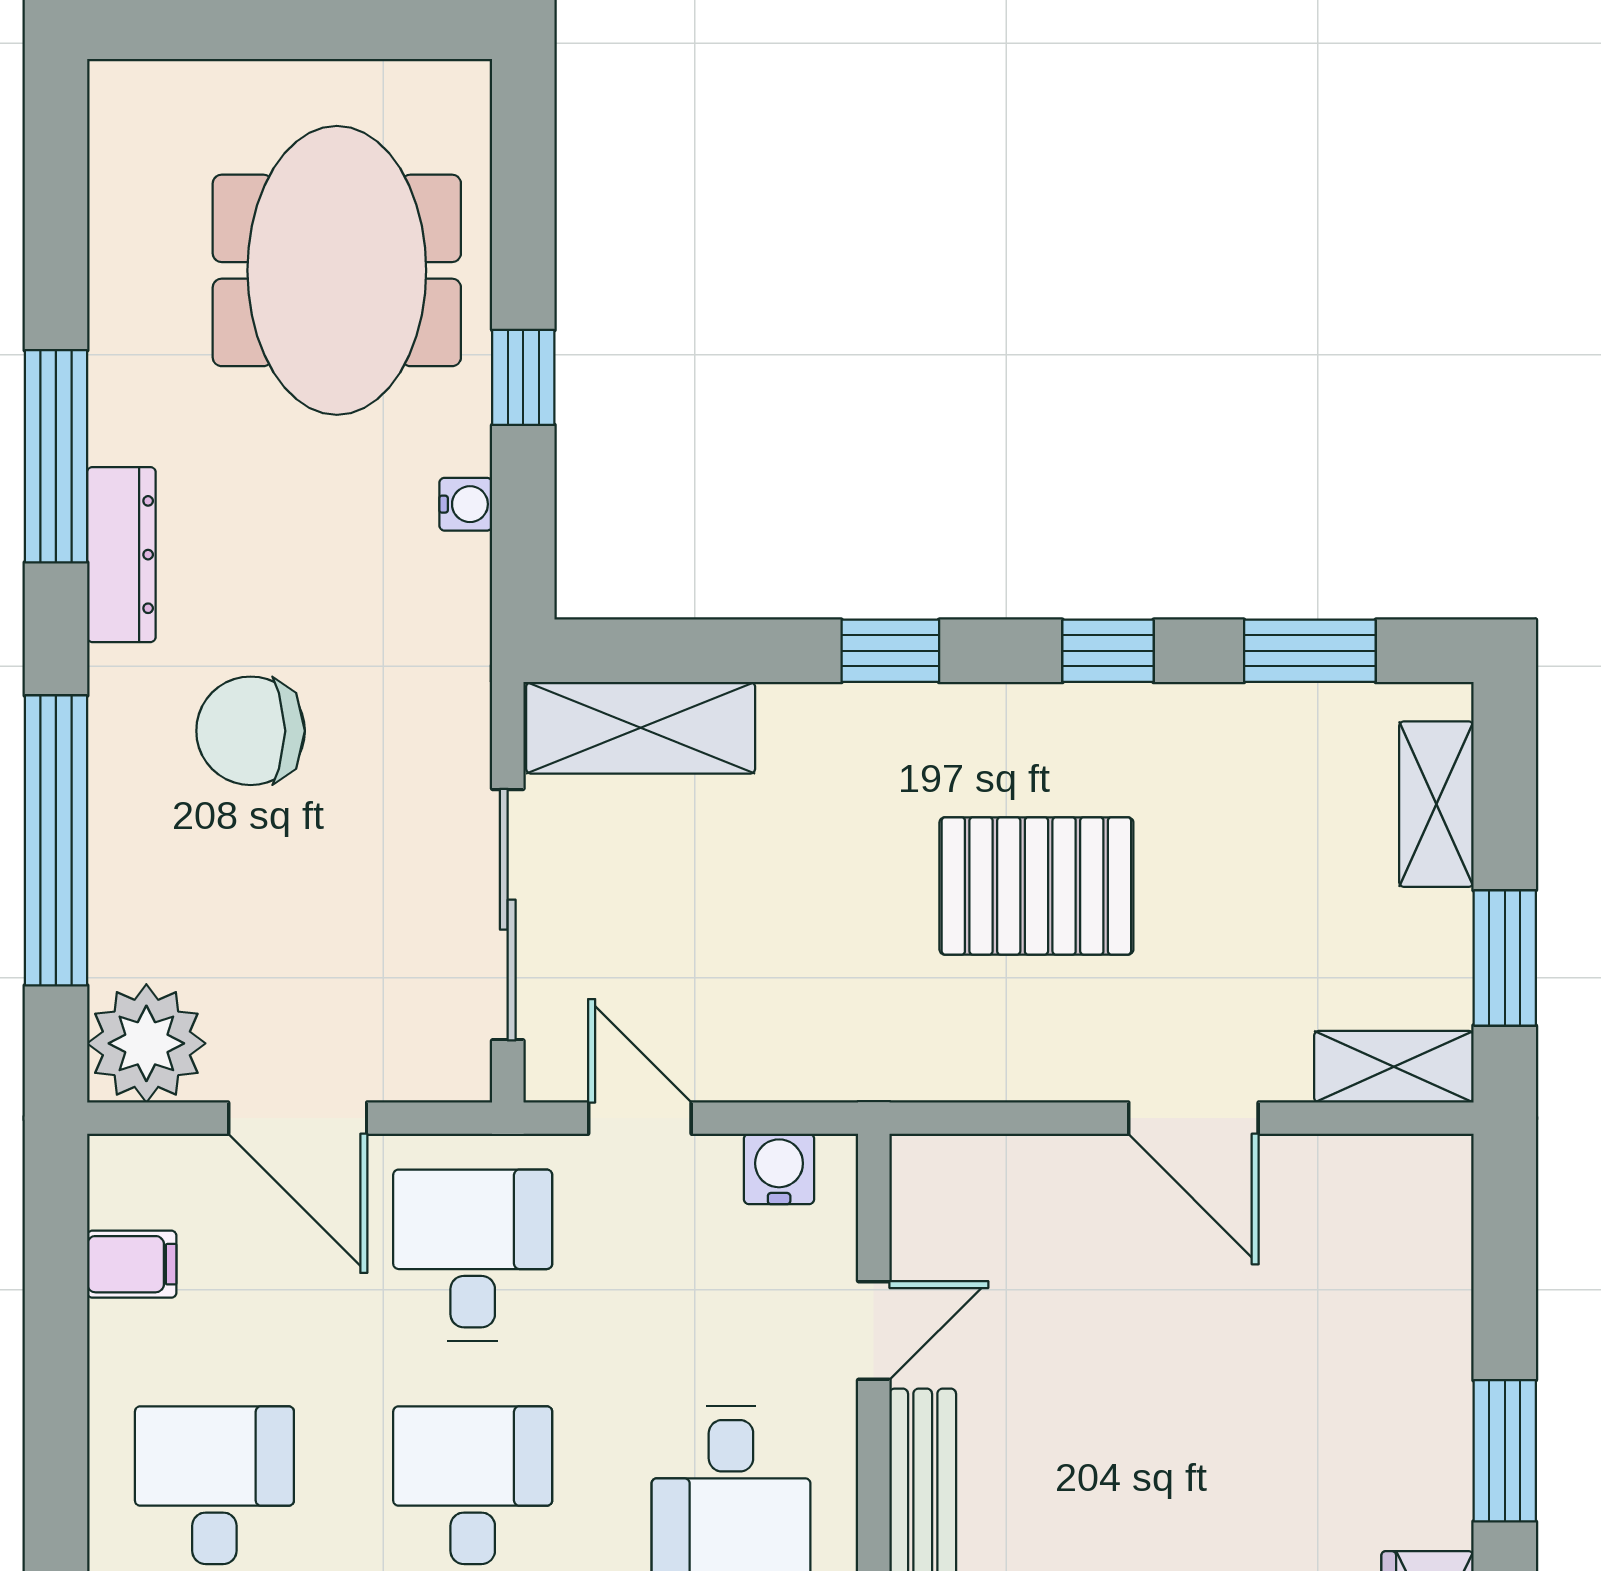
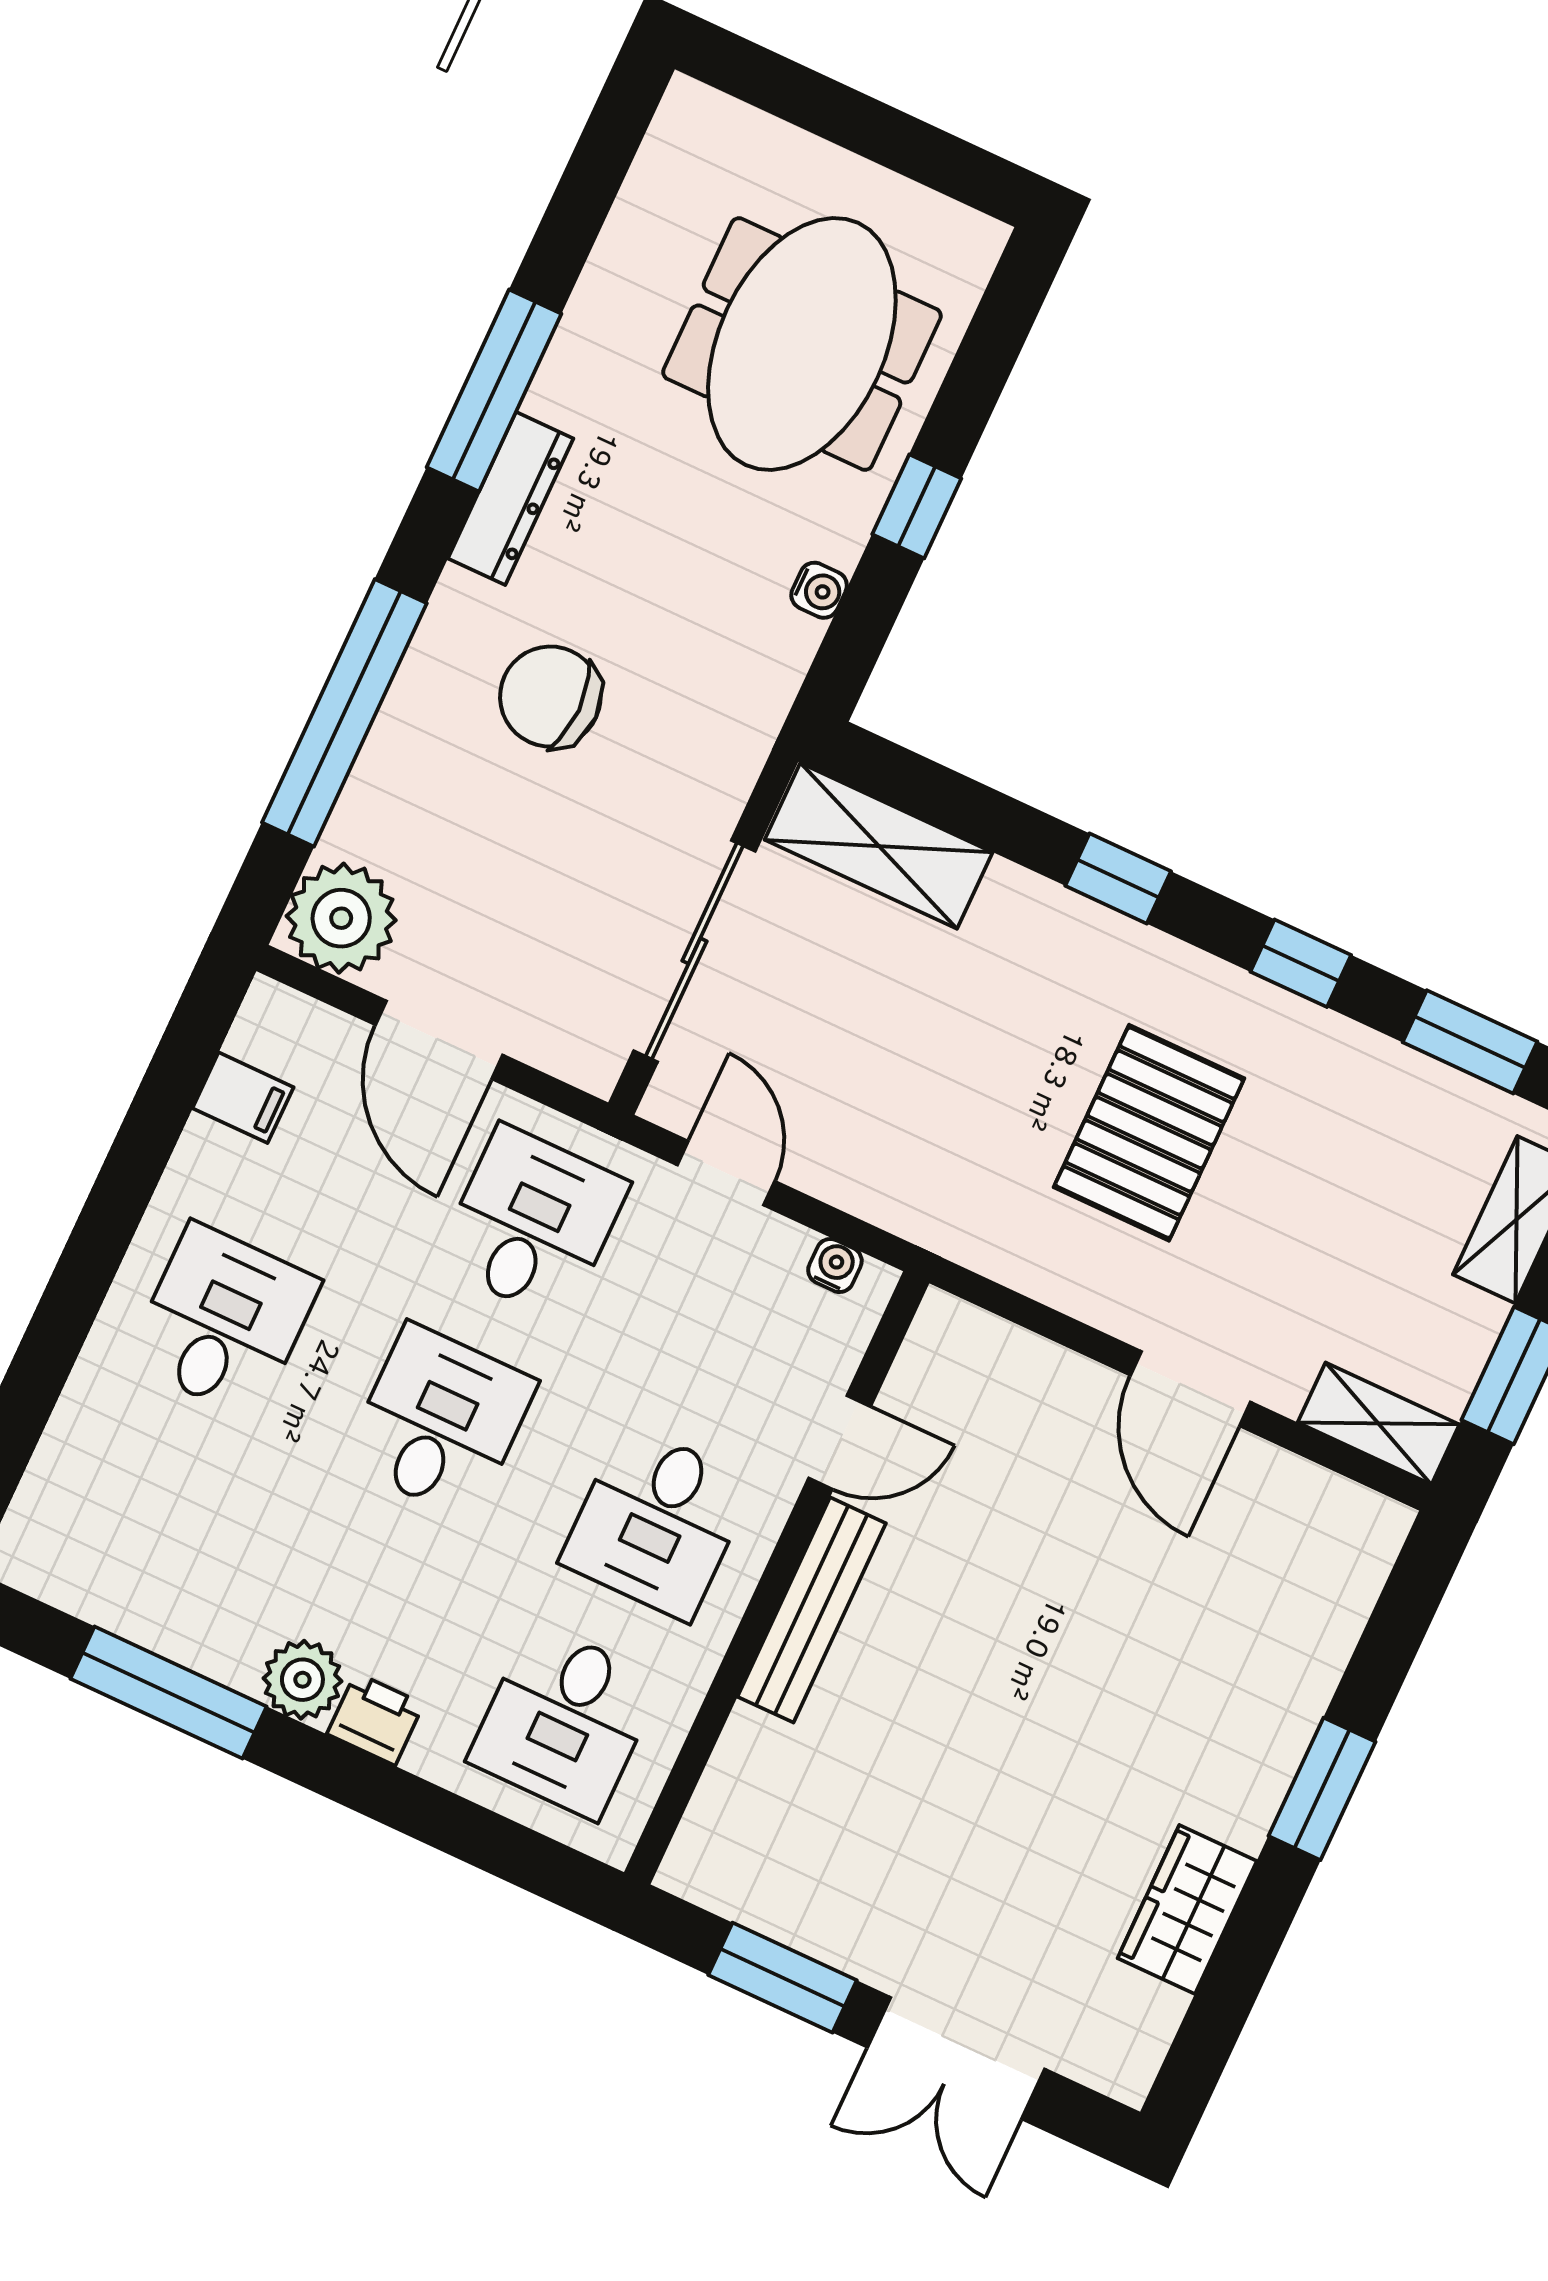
pallet: (1036, 886) -> (1149, 1133), turned 90
water cooler: (779, 1169) -> (835, 1266), width x0.72, depth x0.72

